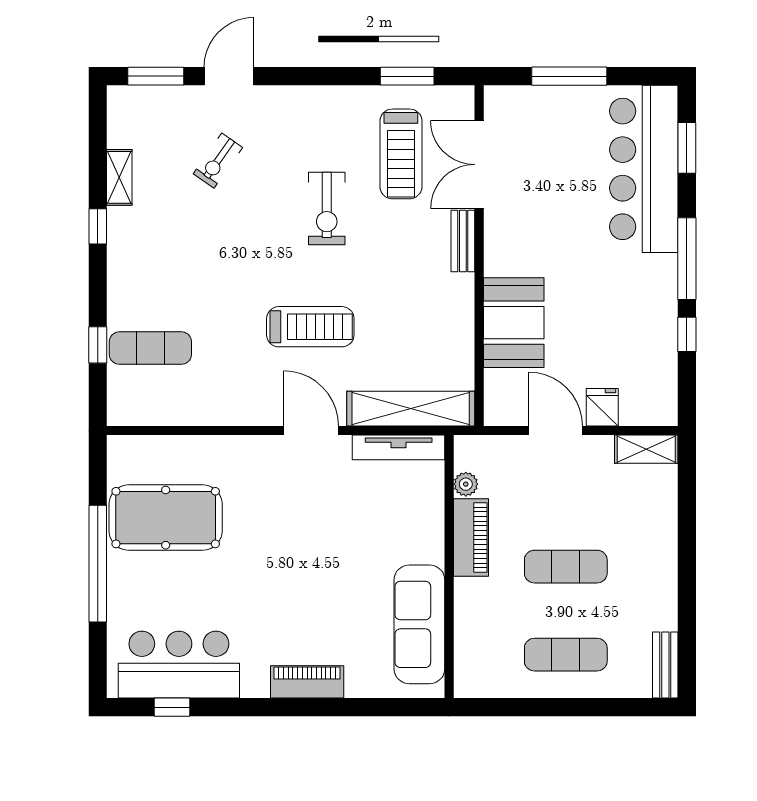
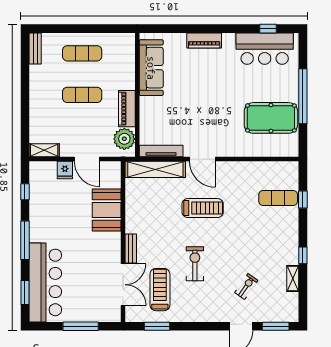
treadmill: (310, 327) -> (203, 208), turned 180
window: (687, 334) -> (25, 192), moved
plant: (466, 484) -> (124, 139), width x1.88, depth x1.88

